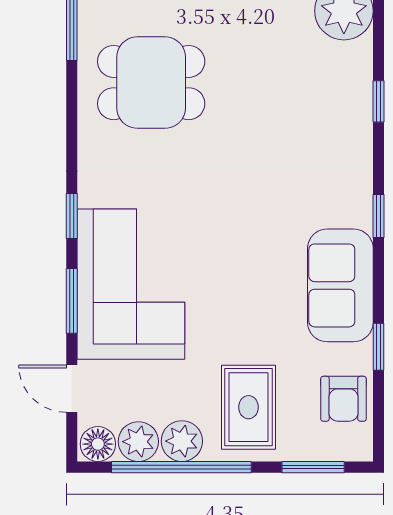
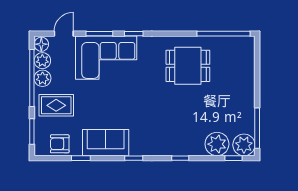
dining table: (151, 83) -> (188, 66), turned 90

